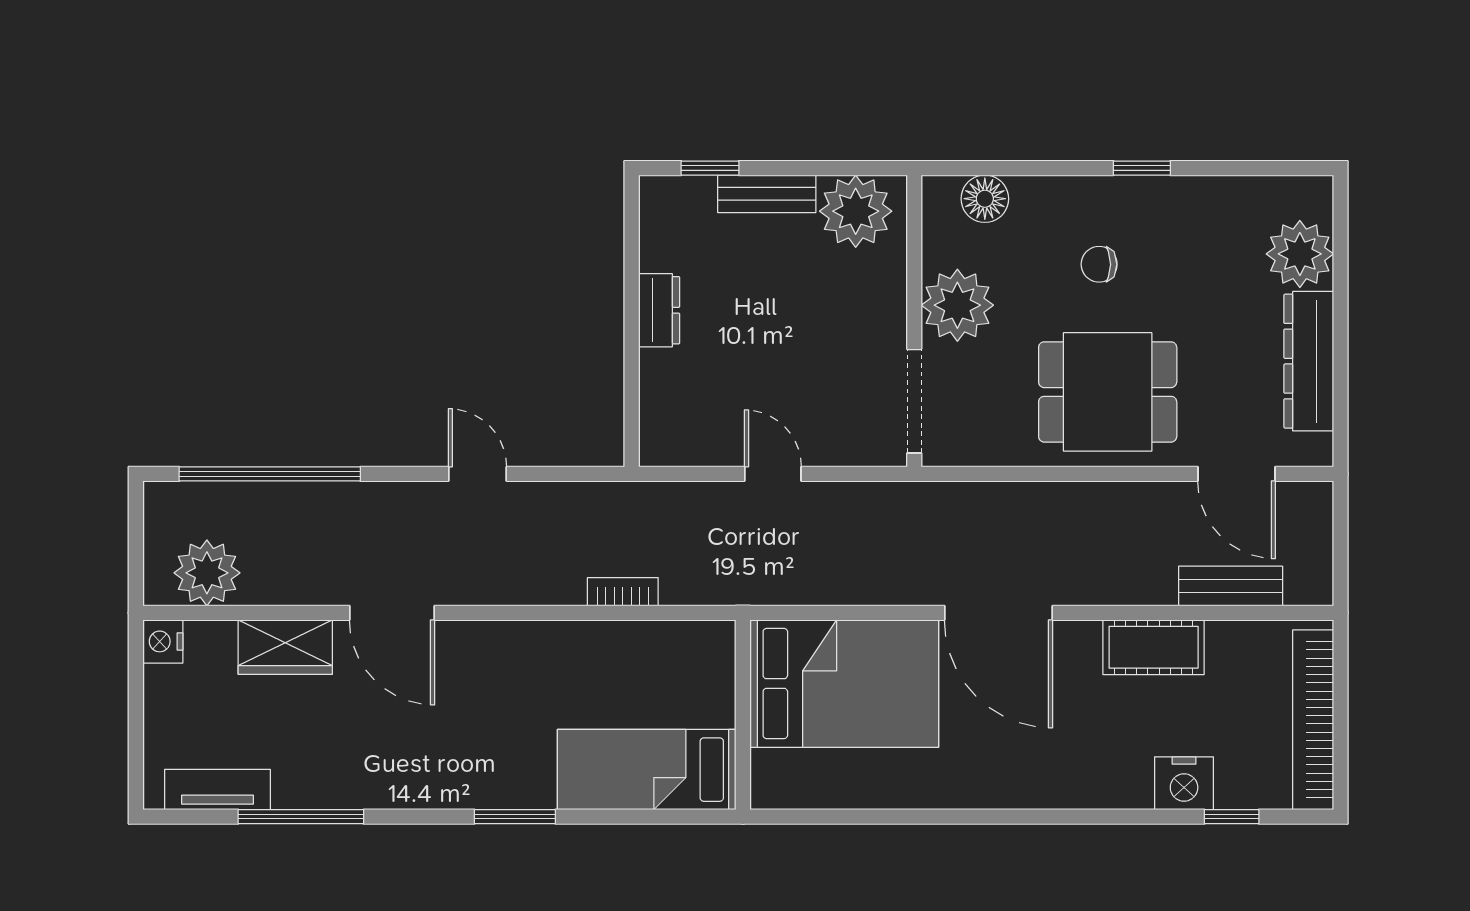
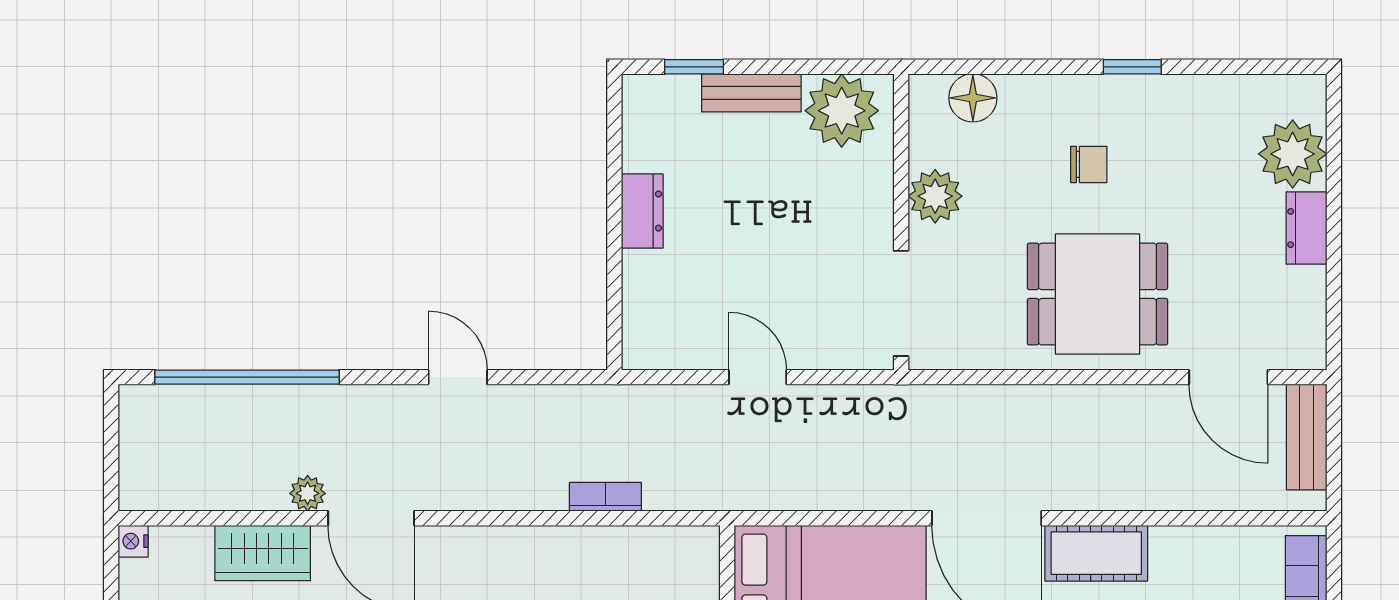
chair: (1099, 264) -> (1089, 164), turned 180
plant: (957, 305) -> (935, 196), width x0.73, depth x0.73
dresser: (1309, 361) -> (1306, 228), width x0.51, depth x0.80
plant: (207, 573) -> (308, 493), moved, width x0.53, depth x0.53
bench: (1231, 586) -> (1307, 437), moved, turned 90
nightstand: (163, 641) -> (133, 541), width x0.72, depth x0.74
cot: (1154, 647) -> (1096, 553), moved

